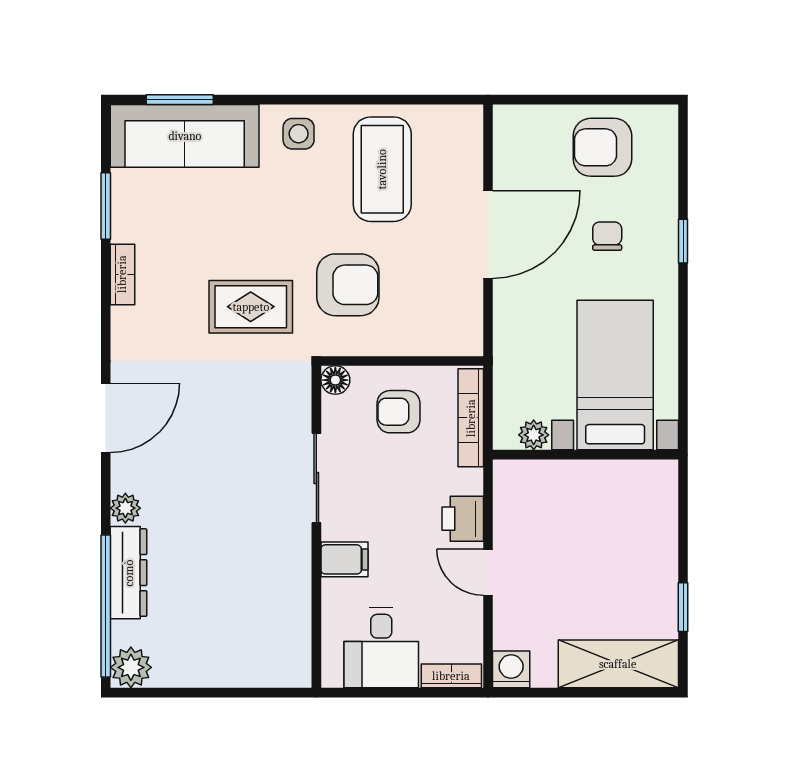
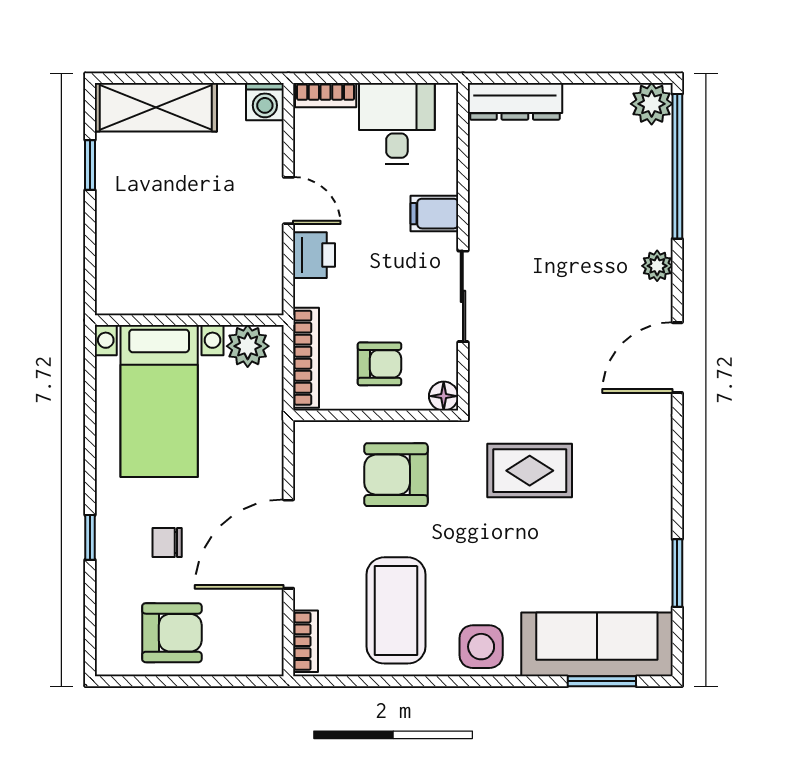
side table: (299, 134) -> (481, 647), width x1.37, depth x1.37
chair: (607, 236) -> (167, 542), turned 90
bookcase: (122, 274) -> (306, 641), moved, turned 180
armchair: (348, 285) -> (396, 475), moved
plant: (534, 435) -> (248, 346), width x1.38, depth x1.38
dresser: (129, 573) -> (515, 101), moved, turned -90

